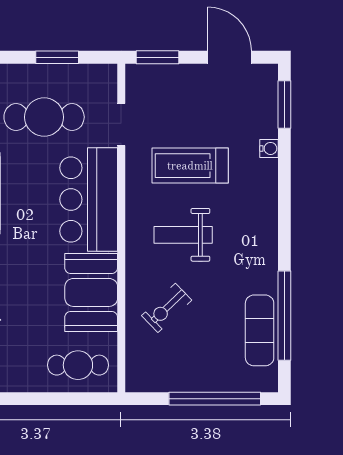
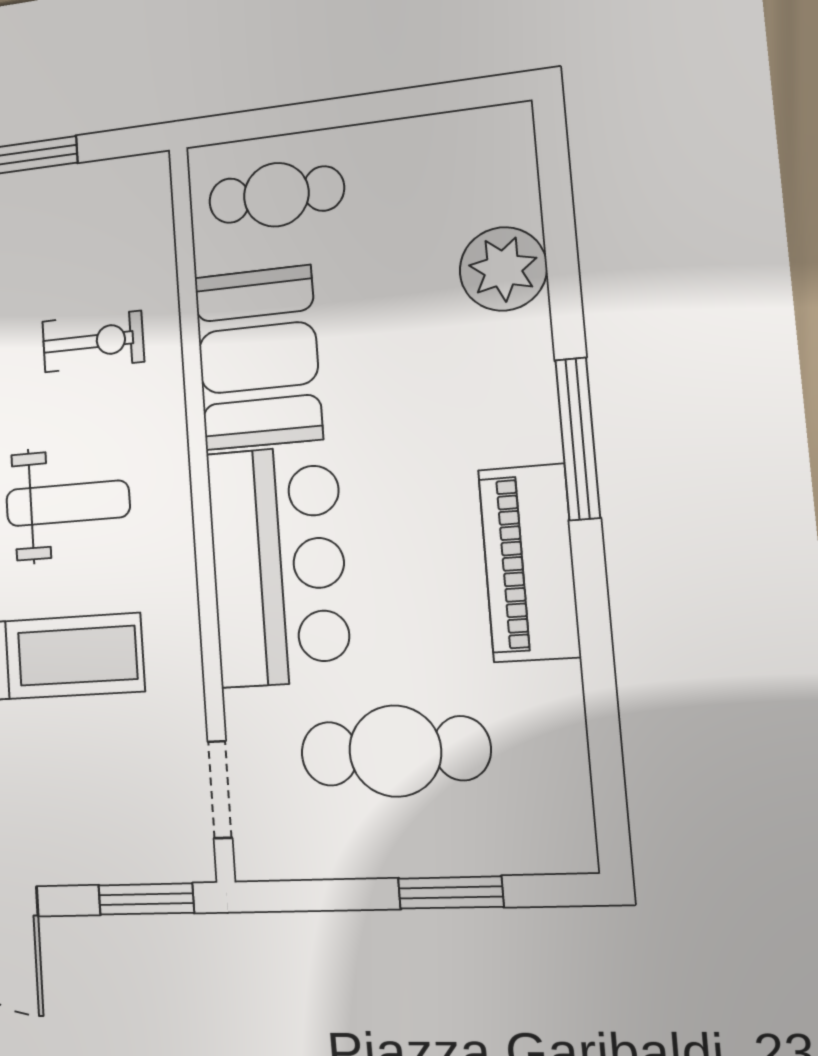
window: (57, 57) -> (451, 893), moved
doorway: (121, 125) -> (220, 790), moved
exercise bike: (167, 308) -> (93, 341), turned 44

